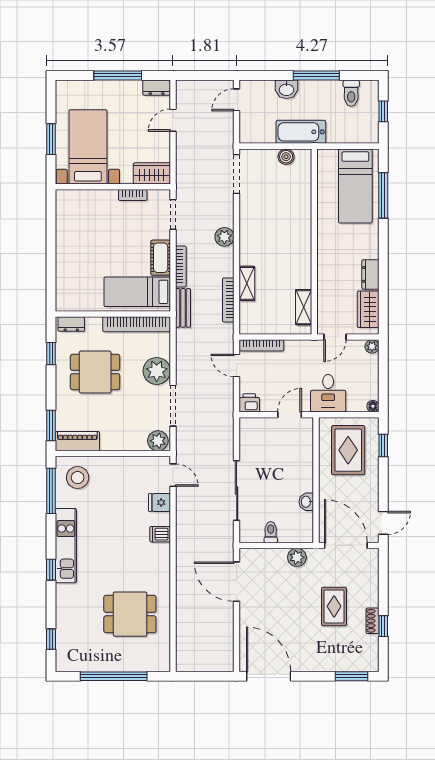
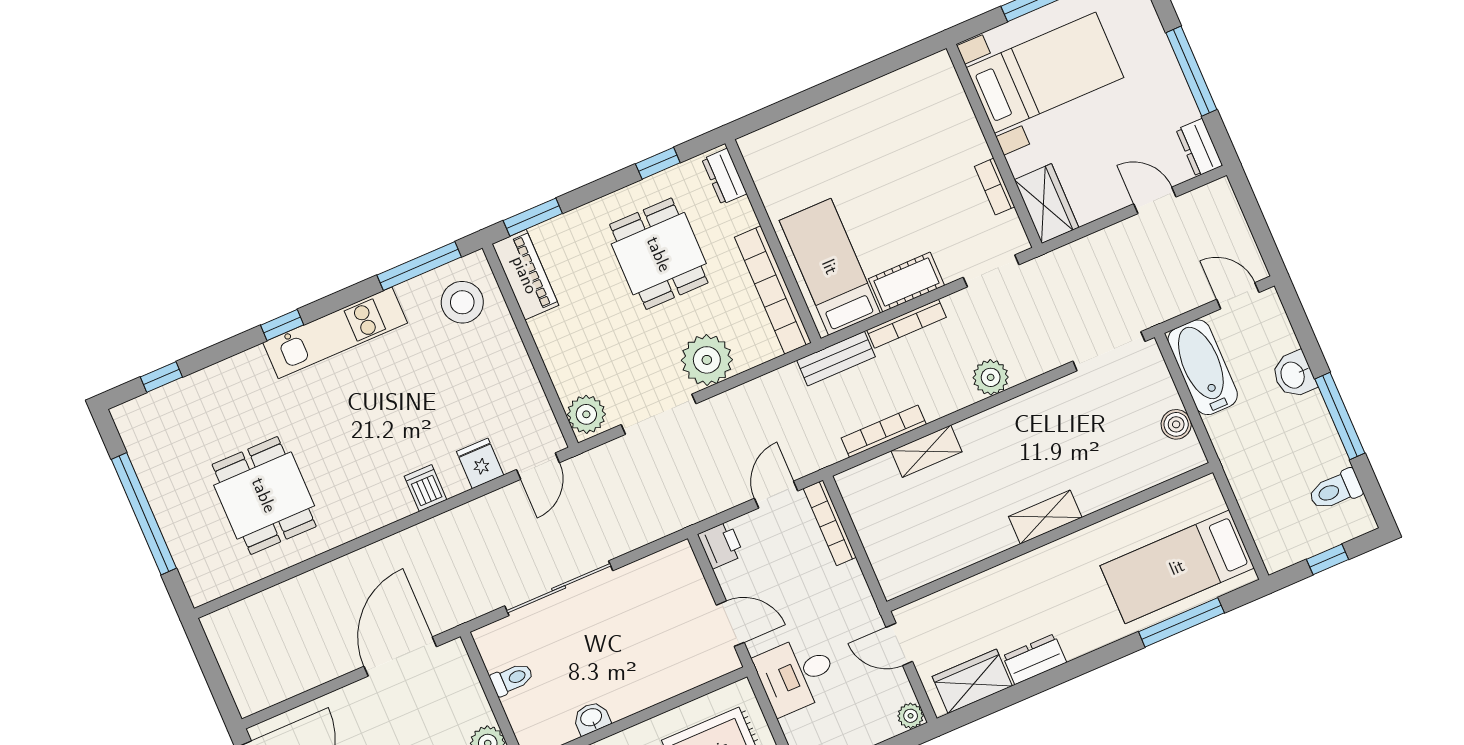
bathtub: (301, 132) -> (1203, 367), moved
shelving: (304, 307) -> (1045, 517), moved

